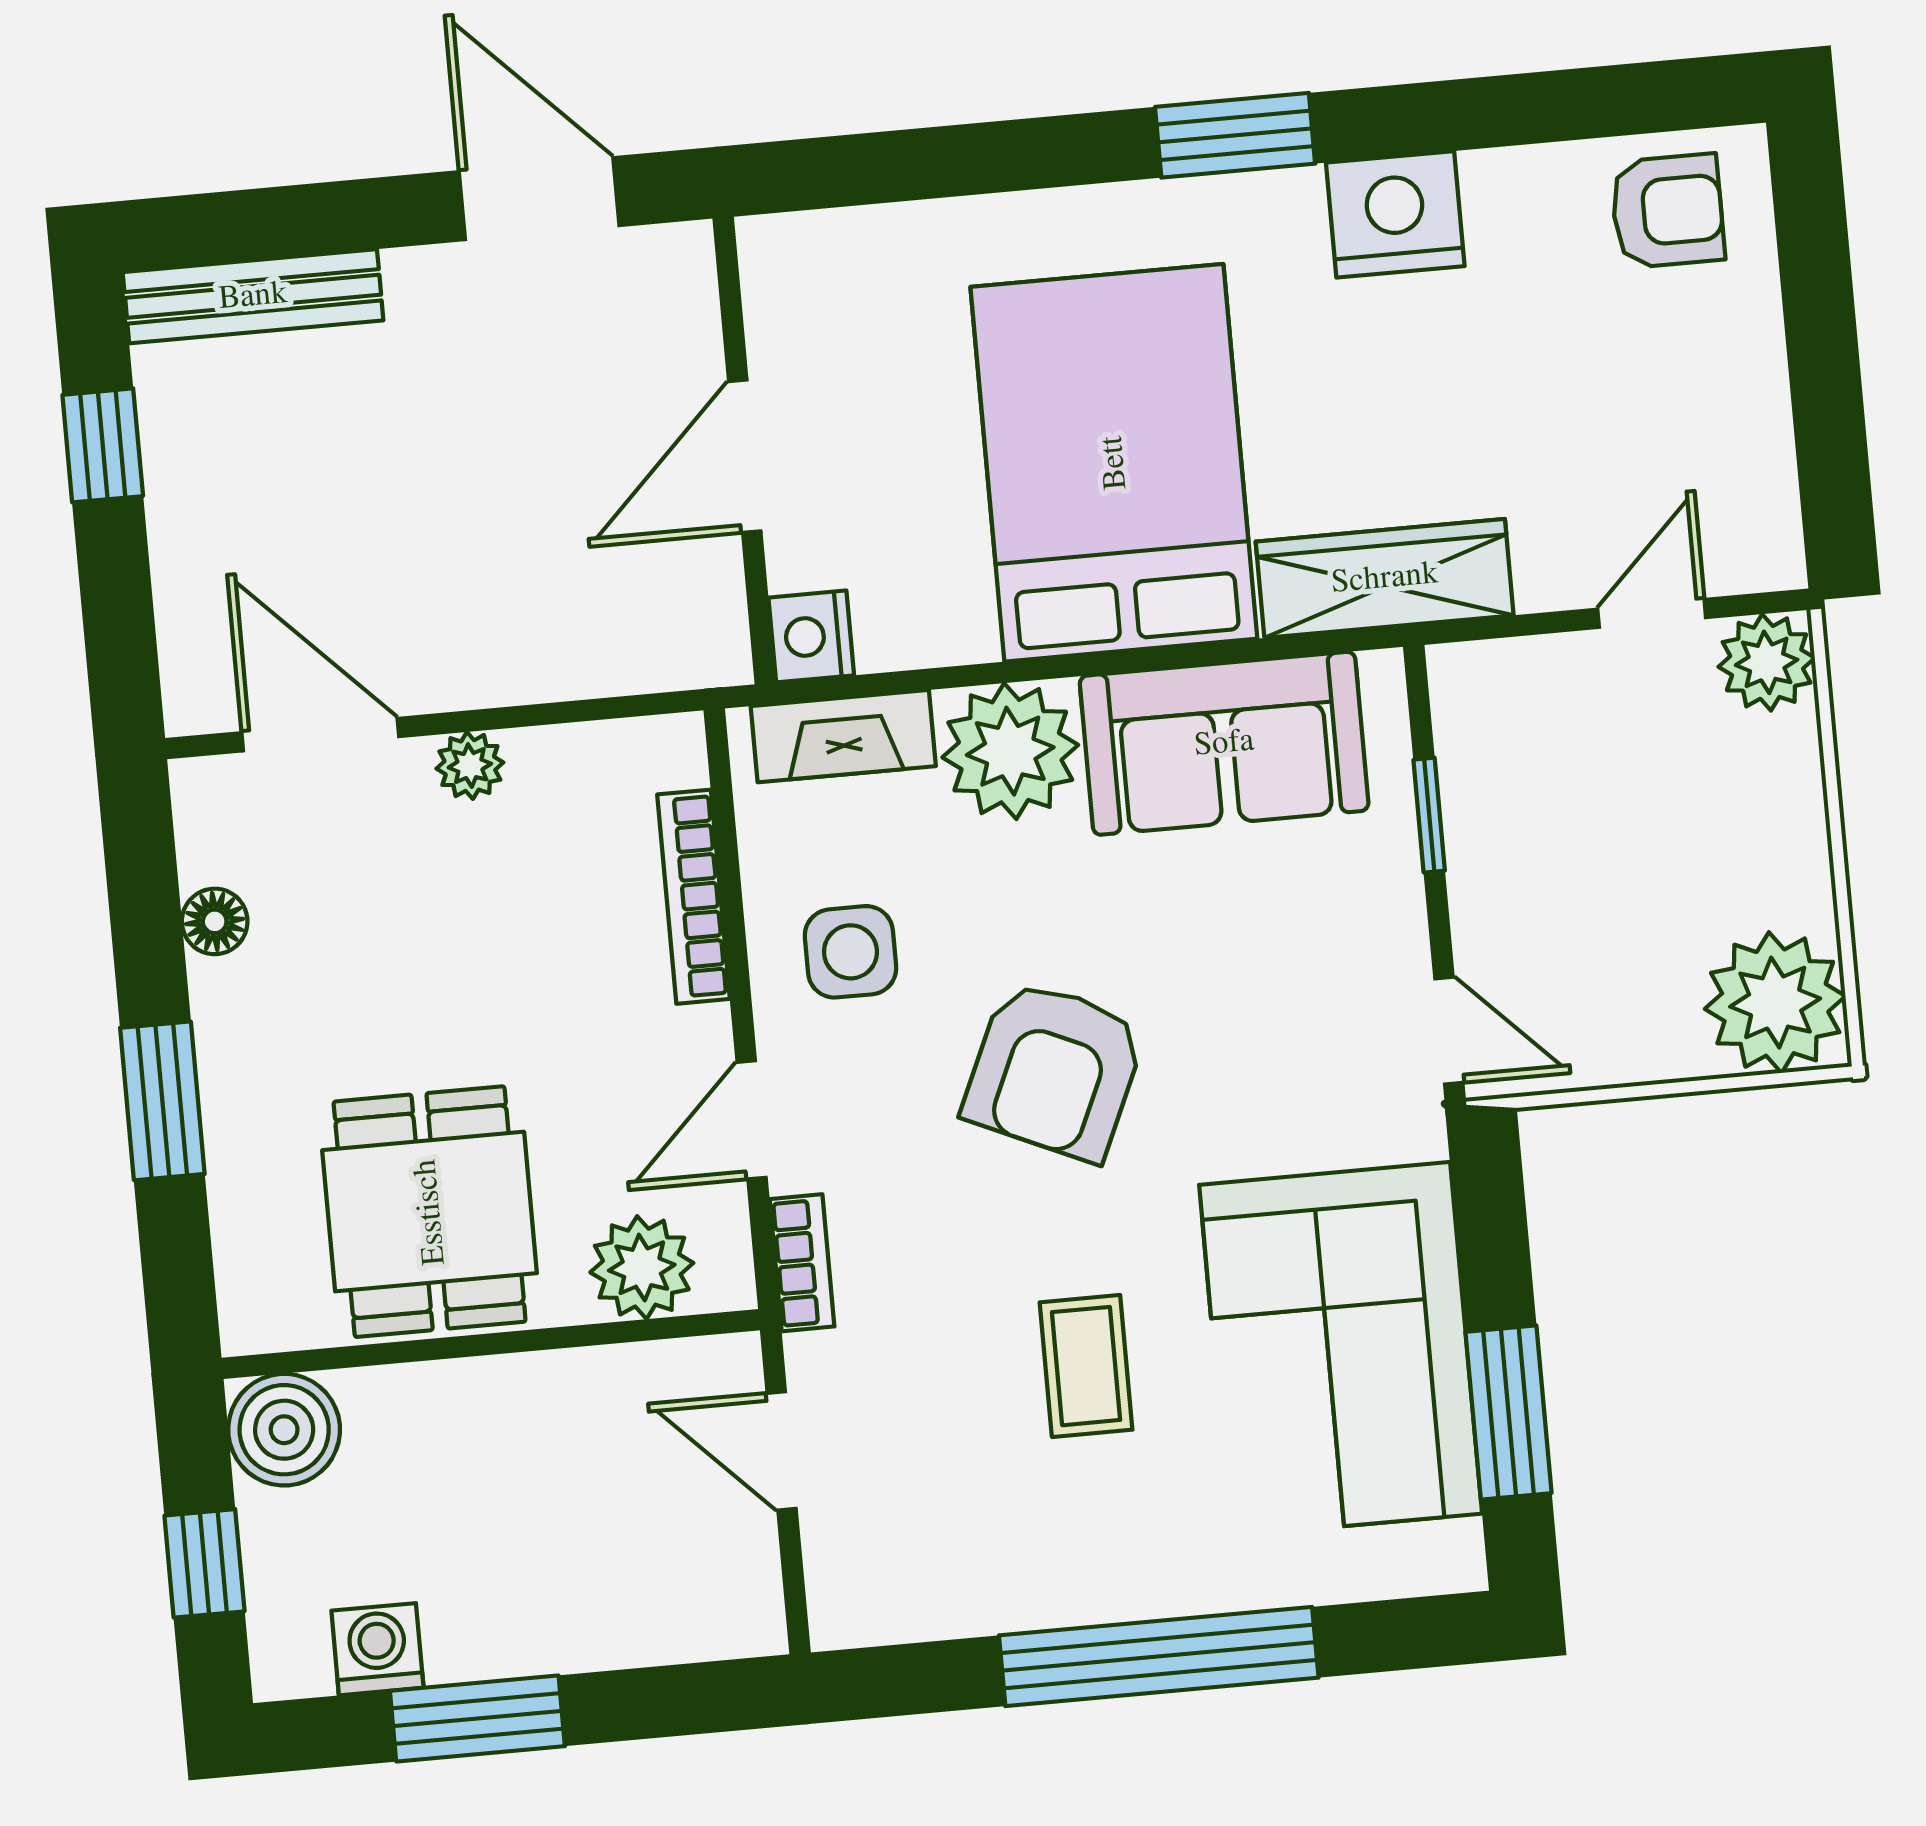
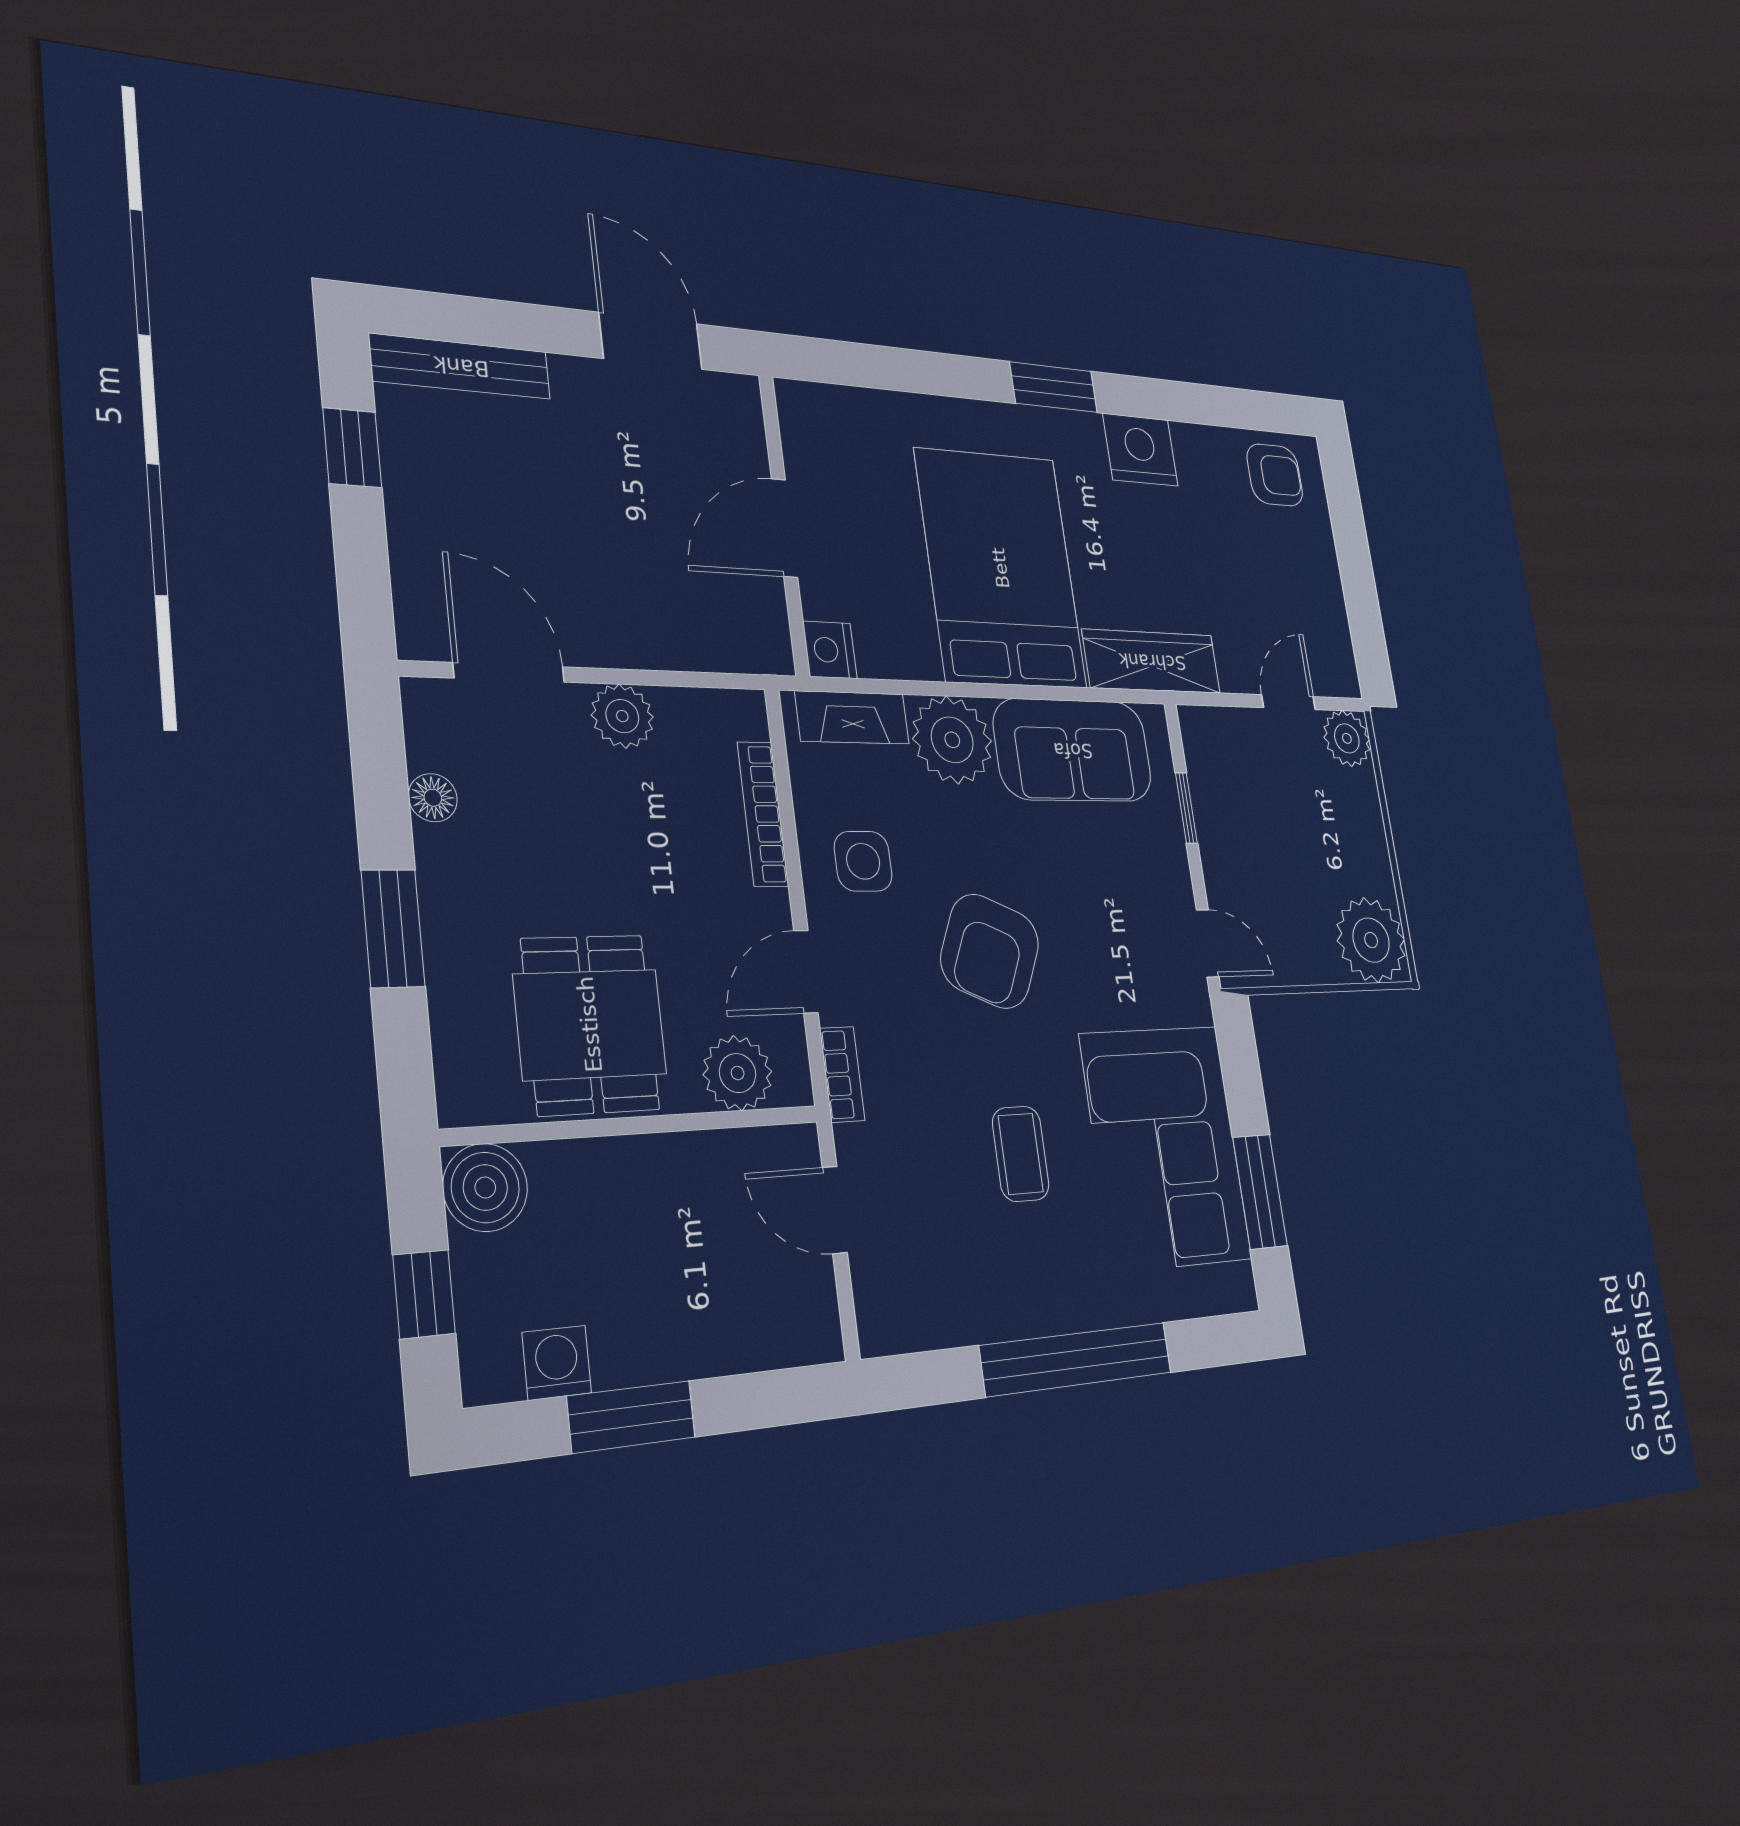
plant: (470, 766) -> (622, 716), width x1.38, depth x1.38

